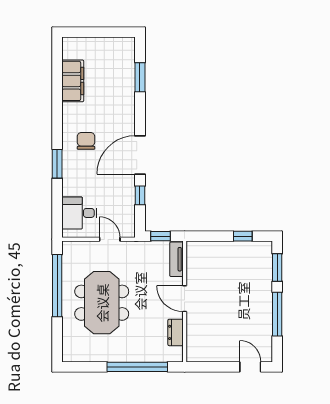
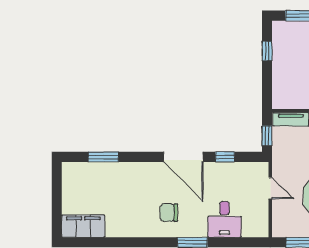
filing cabinet: (73, 81) -> (83, 226), moved
desk: (79, 213) -> (225, 219), moved
door: (110, 239) -> (270, 188), swing flipped

